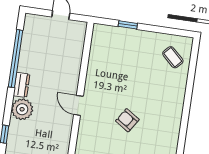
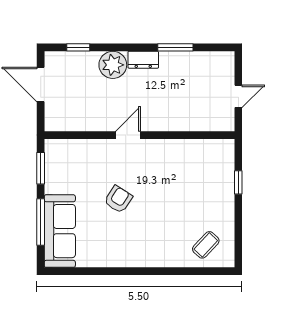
window: (16, 59) -> (175, 47), width x0.47

